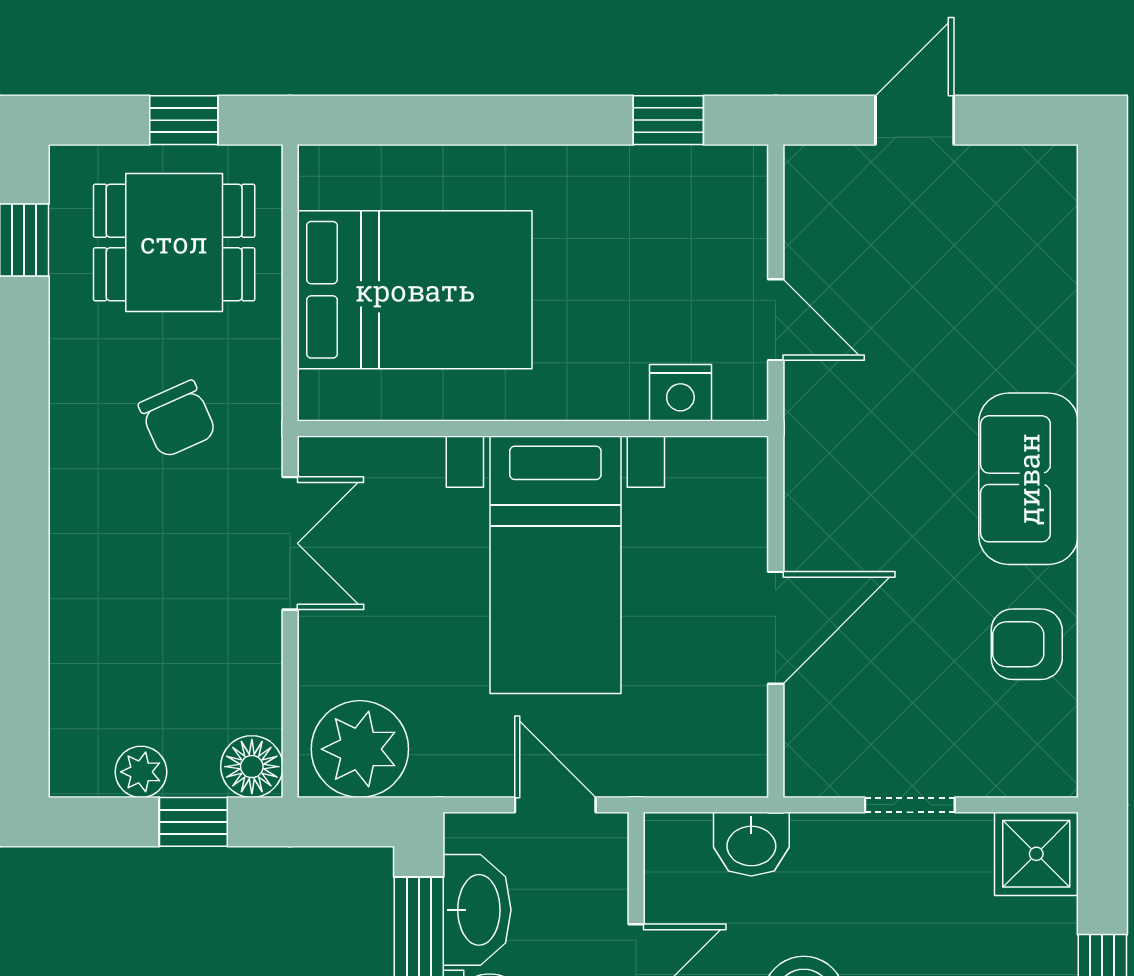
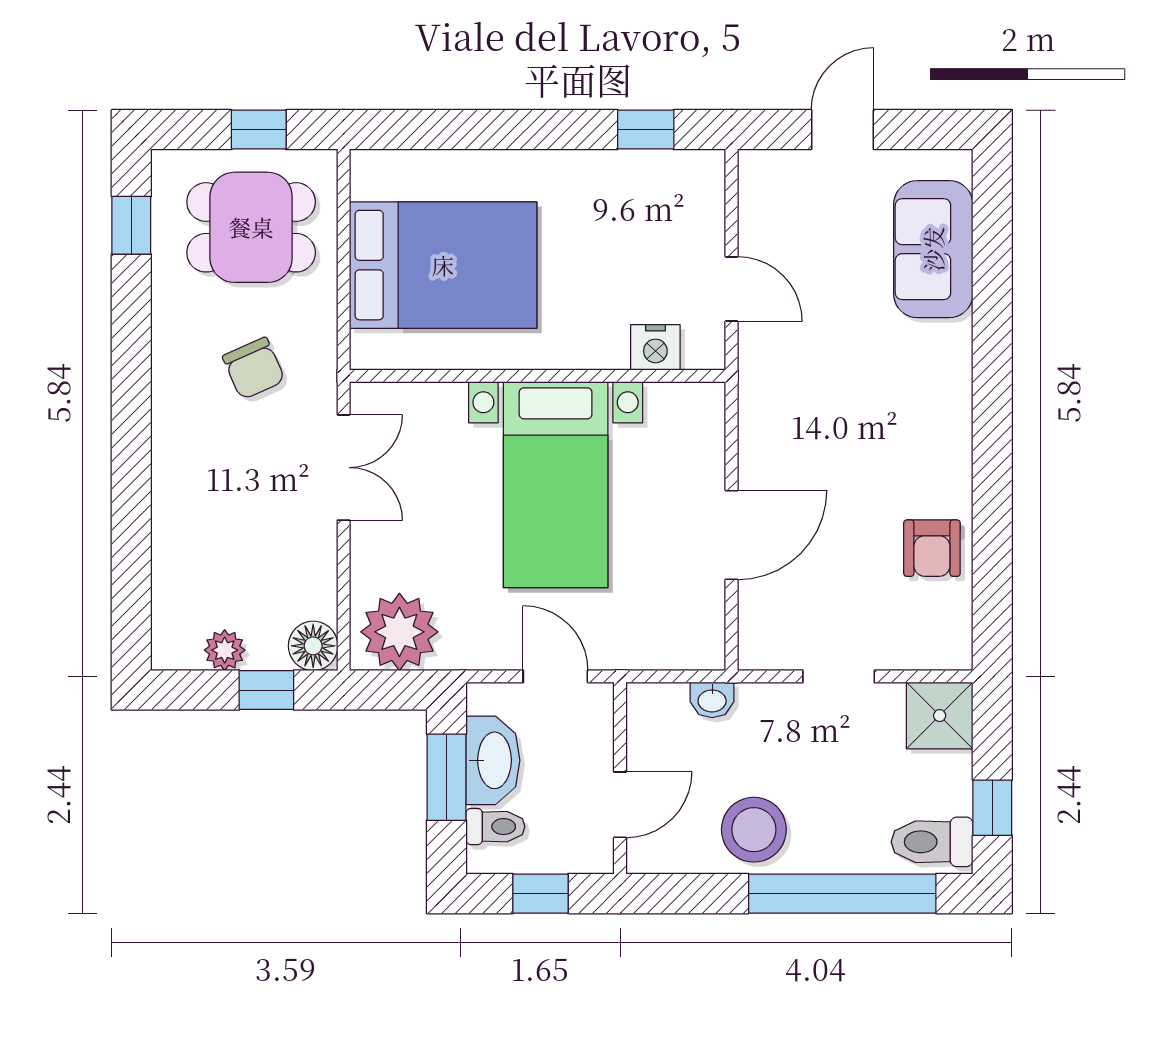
sofa: (1028, 479) -> (933, 249), moved
armchair: (1027, 644) -> (932, 548), turned -90
washbasin: (751, 844) -> (712, 700), width x0.72, depth x0.69

